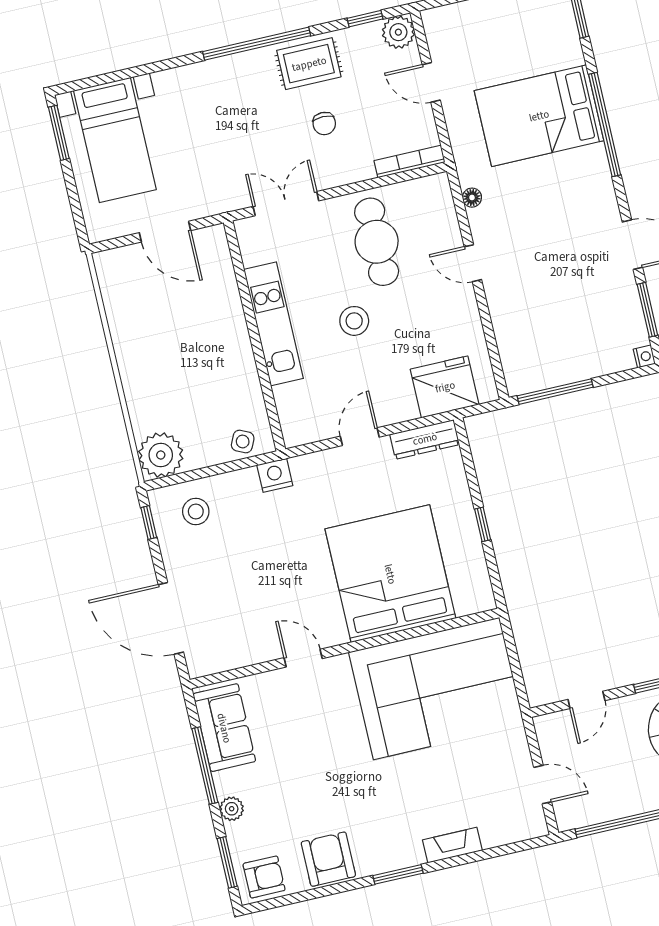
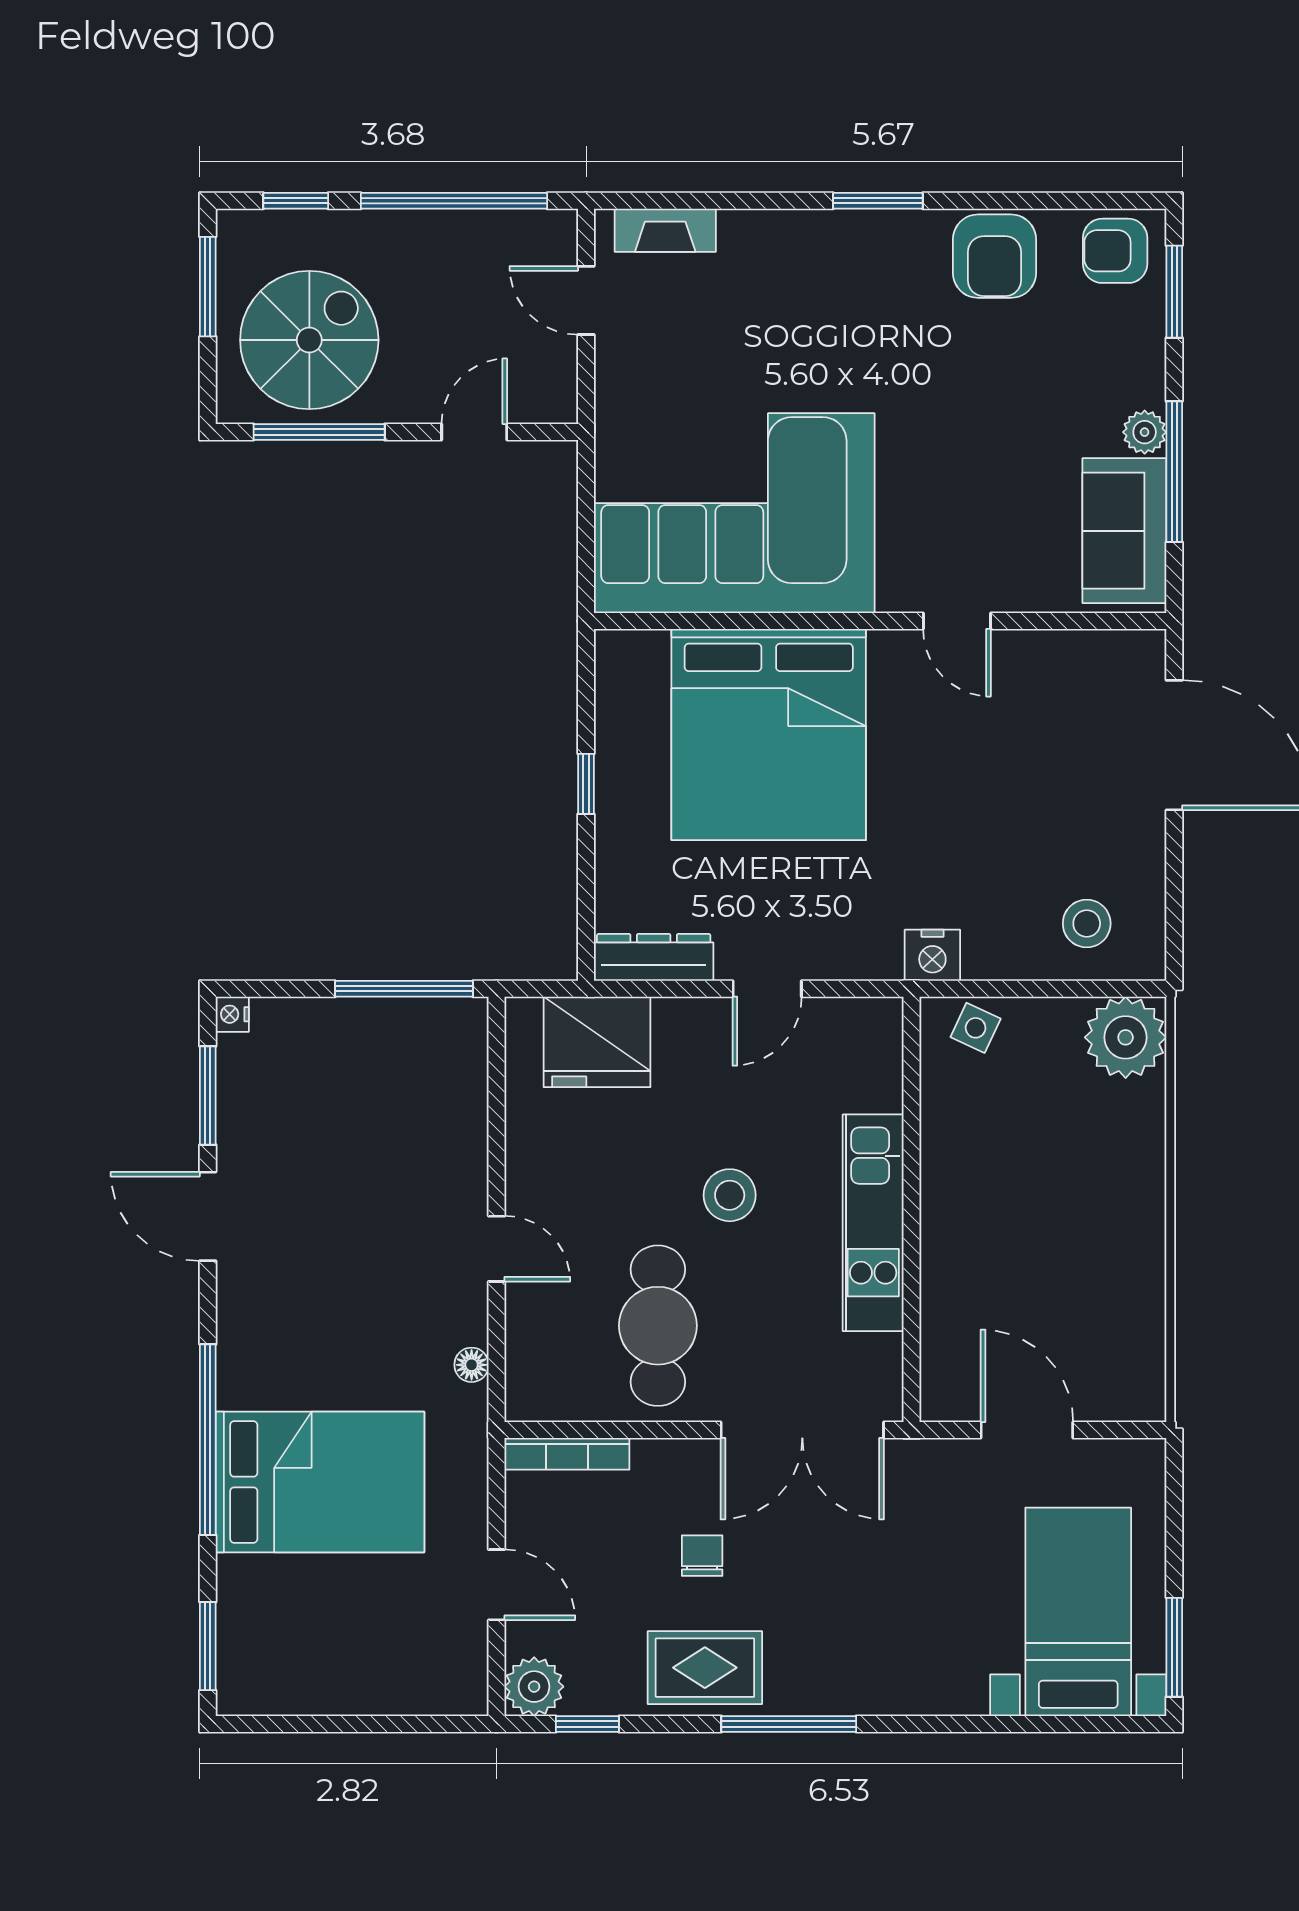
window: (257, 44) -> (789, 1724), width x0.68
double door: (286, 204) -> (802, 1430), width x1.37
window: (149, 522) -> (1174, 923), removed
plant: (232, 809) -> (1145, 432), moved
fireplace: (452, 845) -> (665, 230), moved

